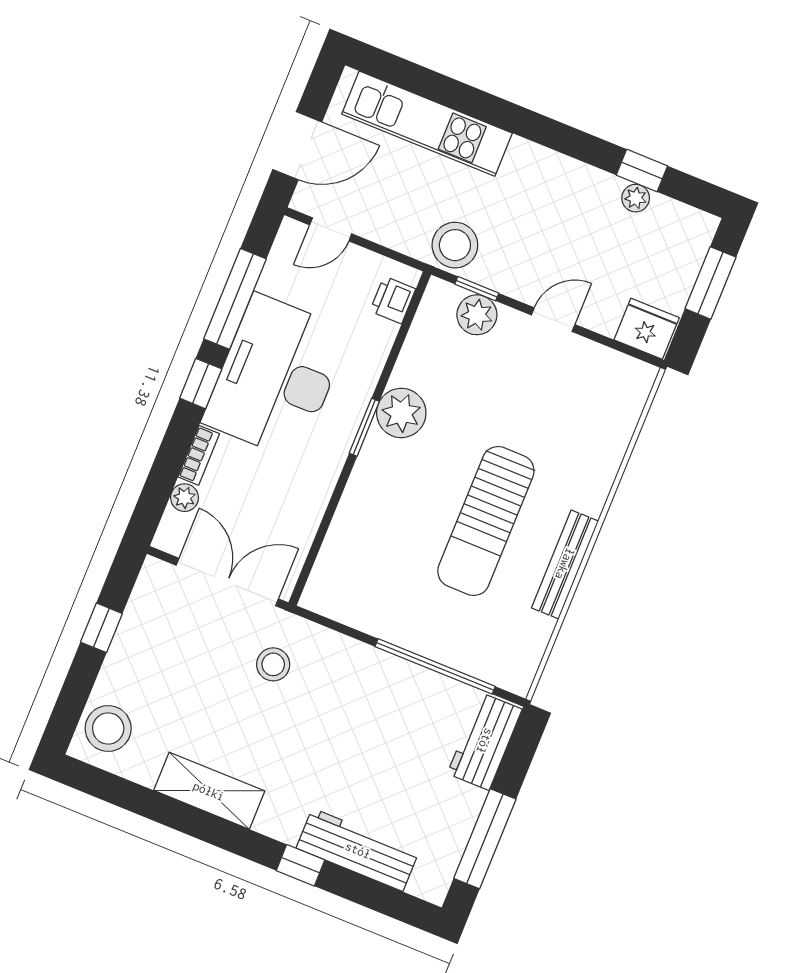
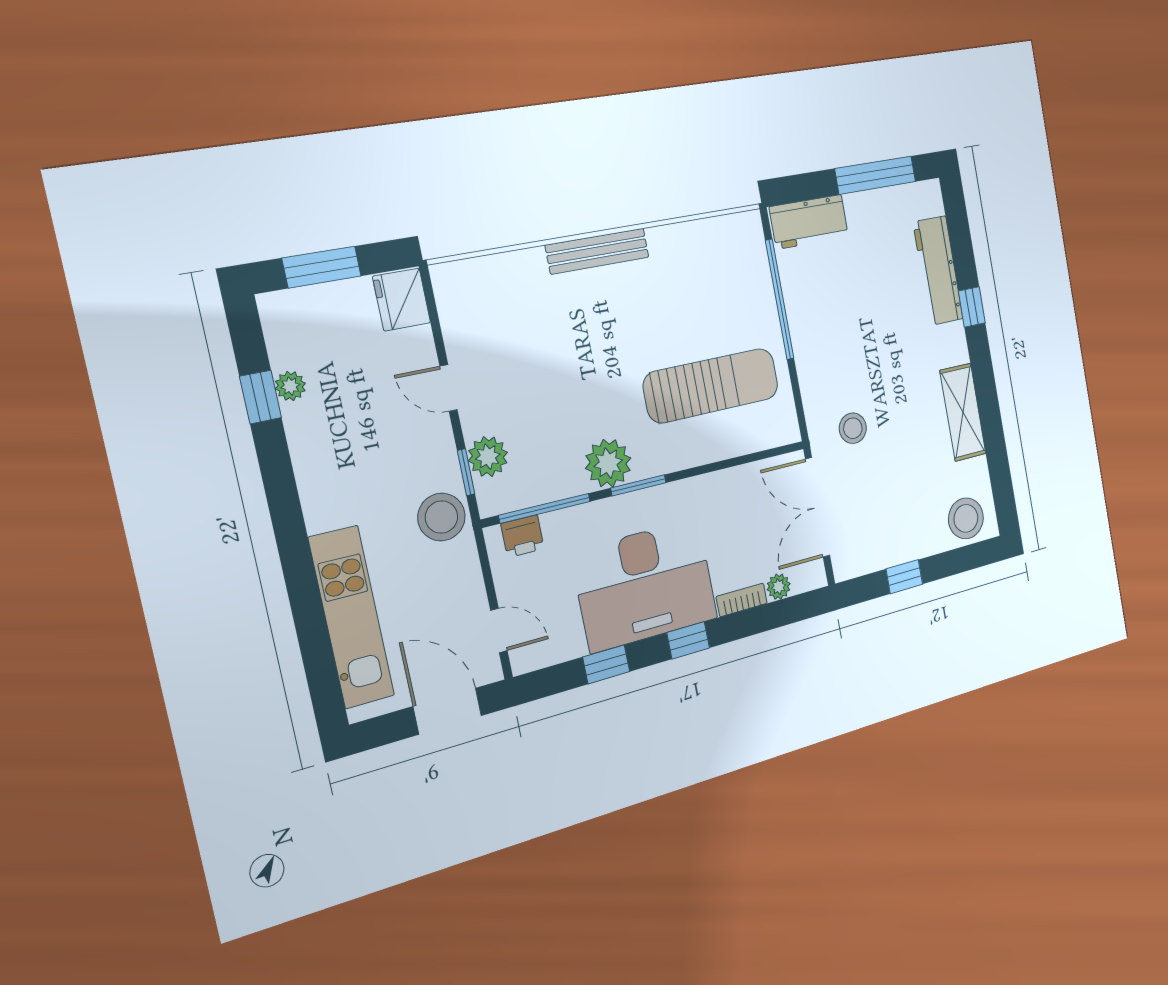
window: (235, 299) -> (606, 664), width x0.46
window: (402, 334) -> (545, 508), added
sun lounger: (486, 521) -> (711, 386), moved
bench: (565, 564) -> (597, 251), moved

